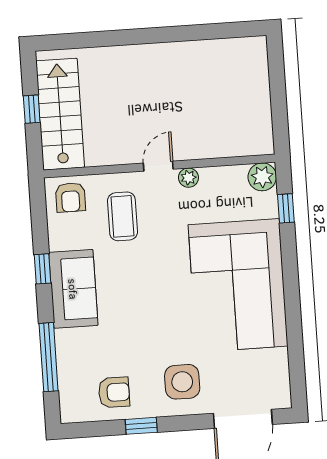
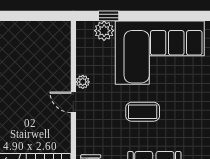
plant: (262, 177) -> (104, 31), moved
coffee table: (122, 216) -> (143, 112), moved

